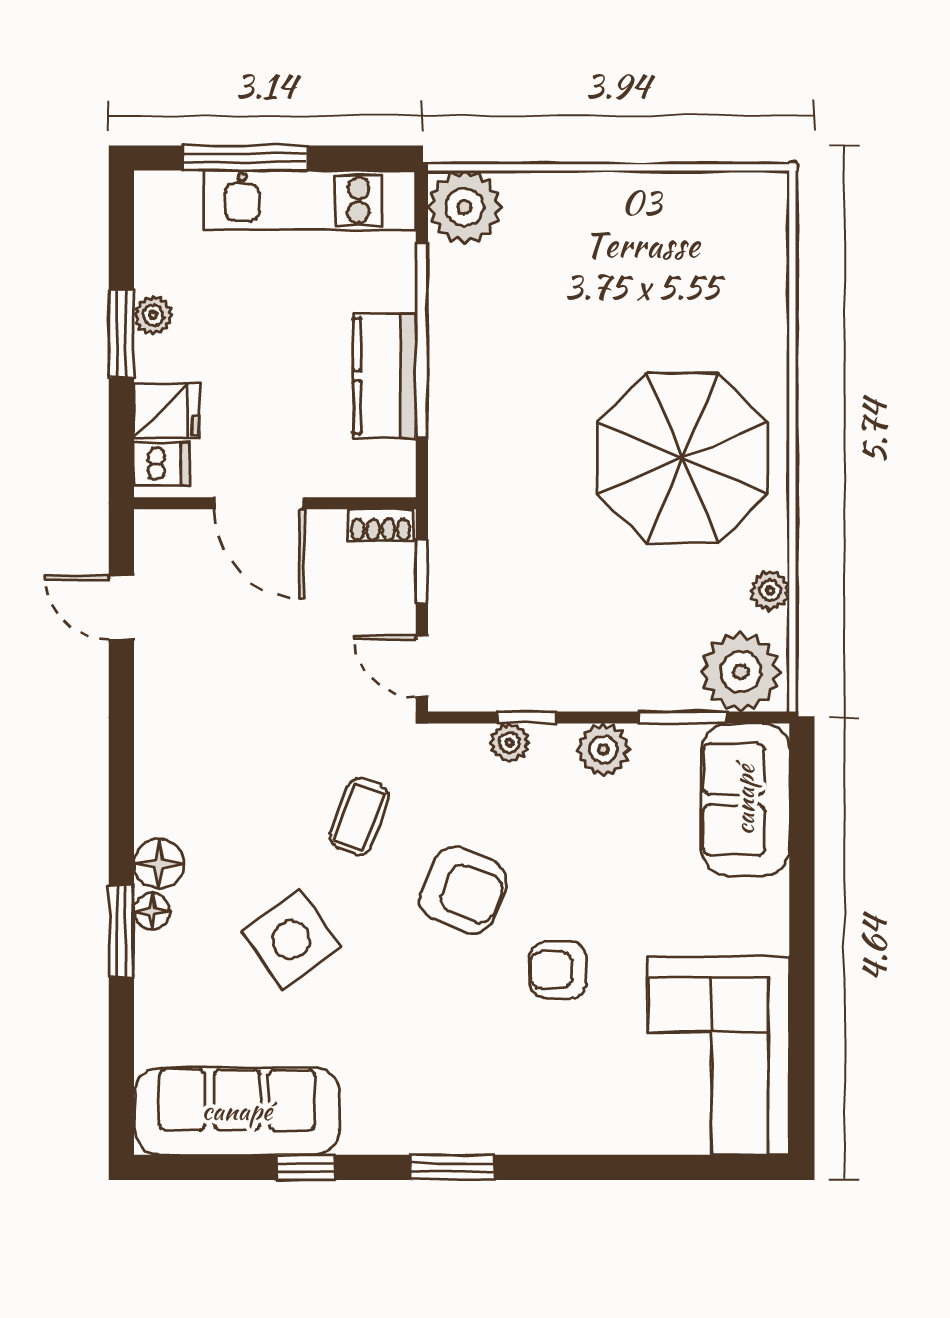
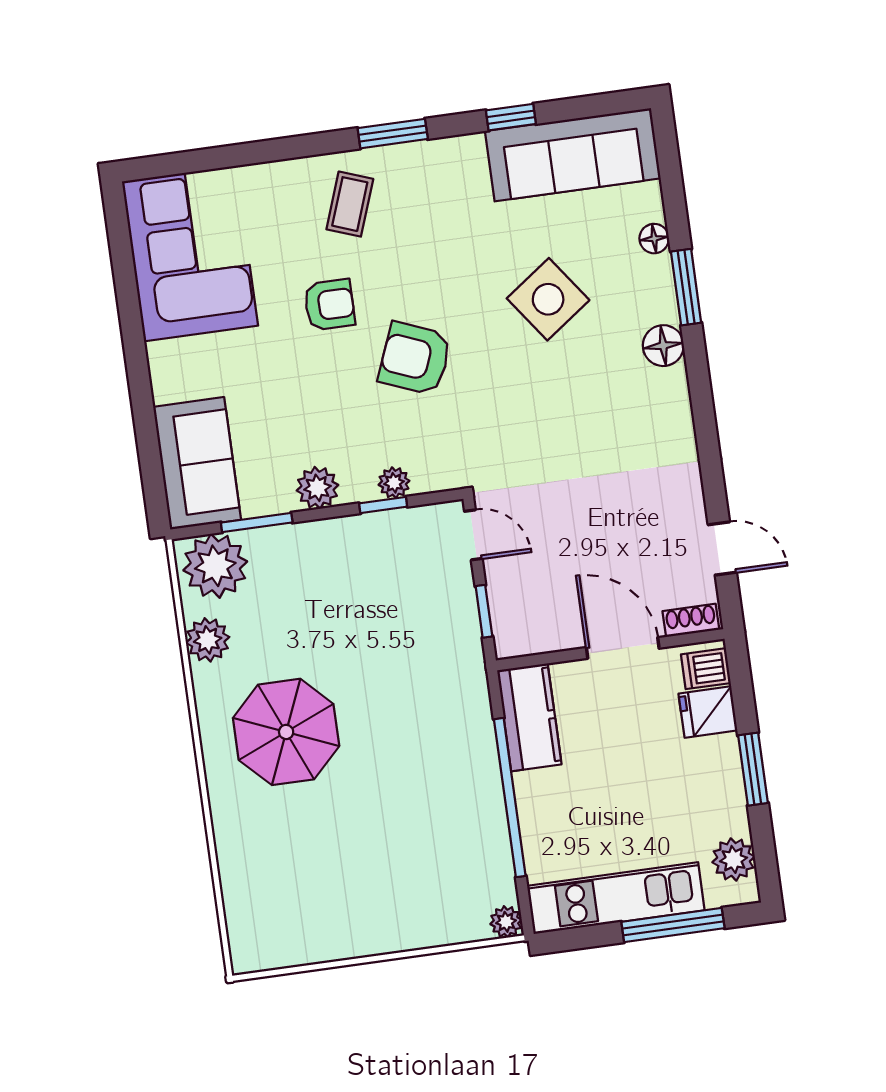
plant: (464, 207) -> (506, 922), width x0.53, depth x0.53
plant: (153, 315) -> (734, 859), moved, width x1.38, depth x1.38
kitchen counter: (385, 376) -> (529, 717), moved
parasol: (683, 458) -> (286, 732), width x0.73, depth x0.73
shoe rack: (381, 525) -> (691, 620), moved
plant: (770, 590) -> (208, 640), width x1.38, depth x1.38
coffee table: (359, 817) -> (350, 204), moved
floor lamp: (152, 911) -> (654, 239), moved

